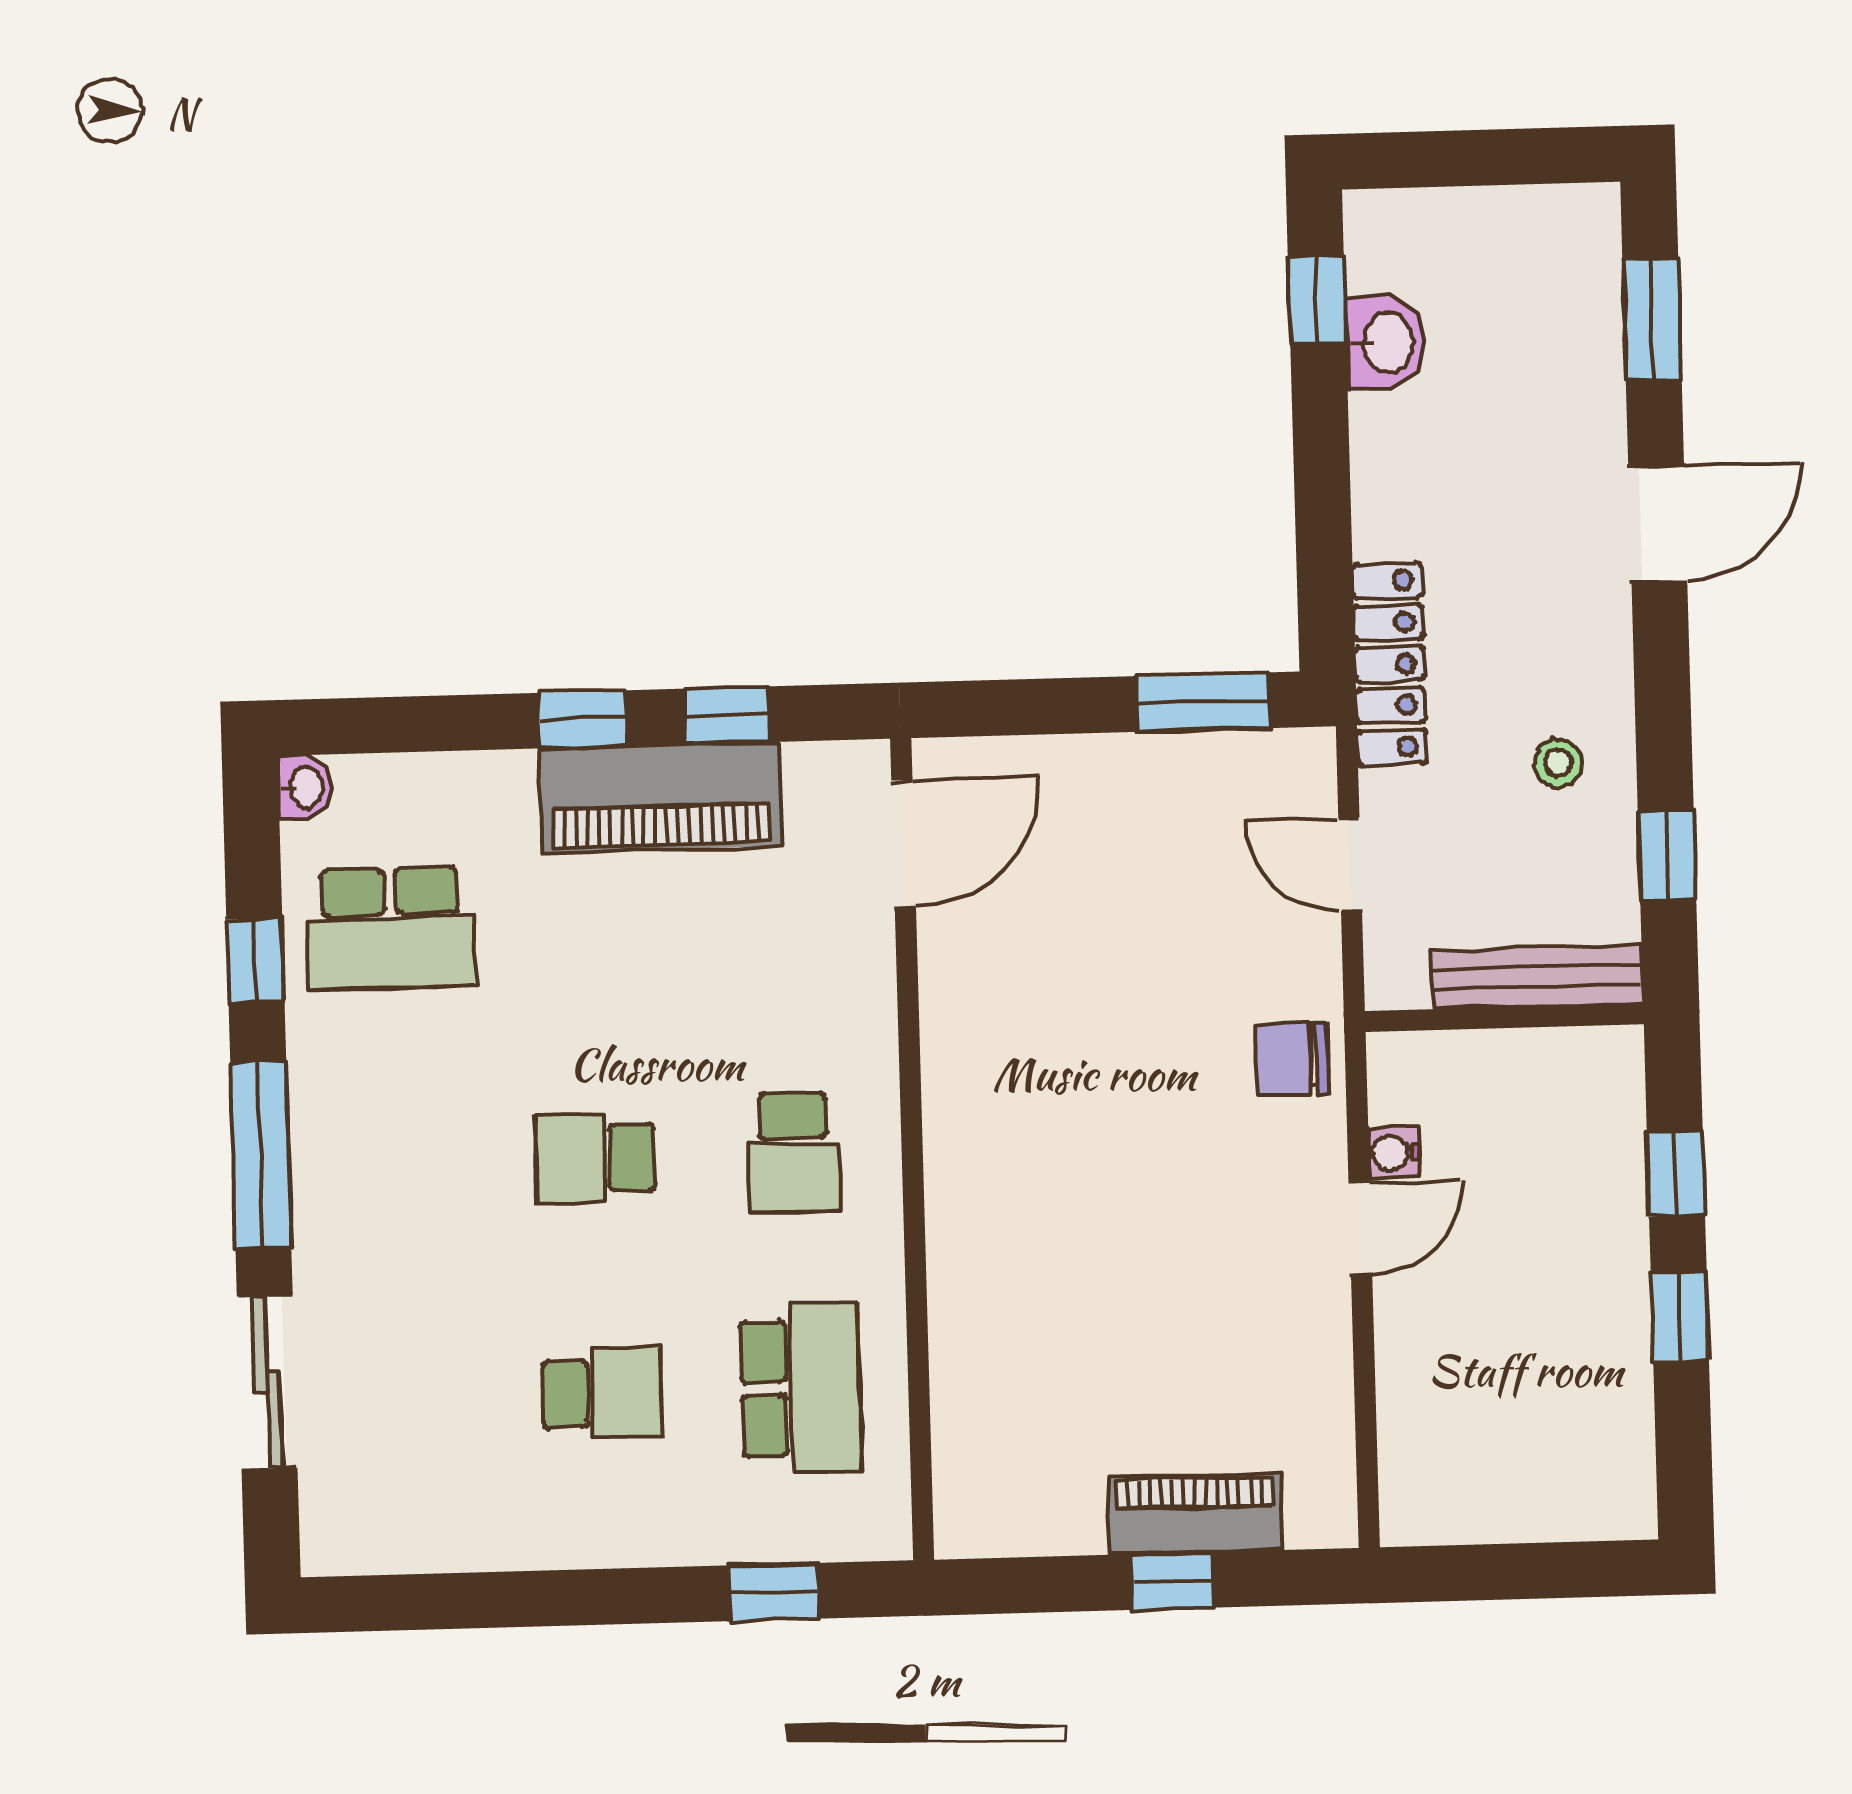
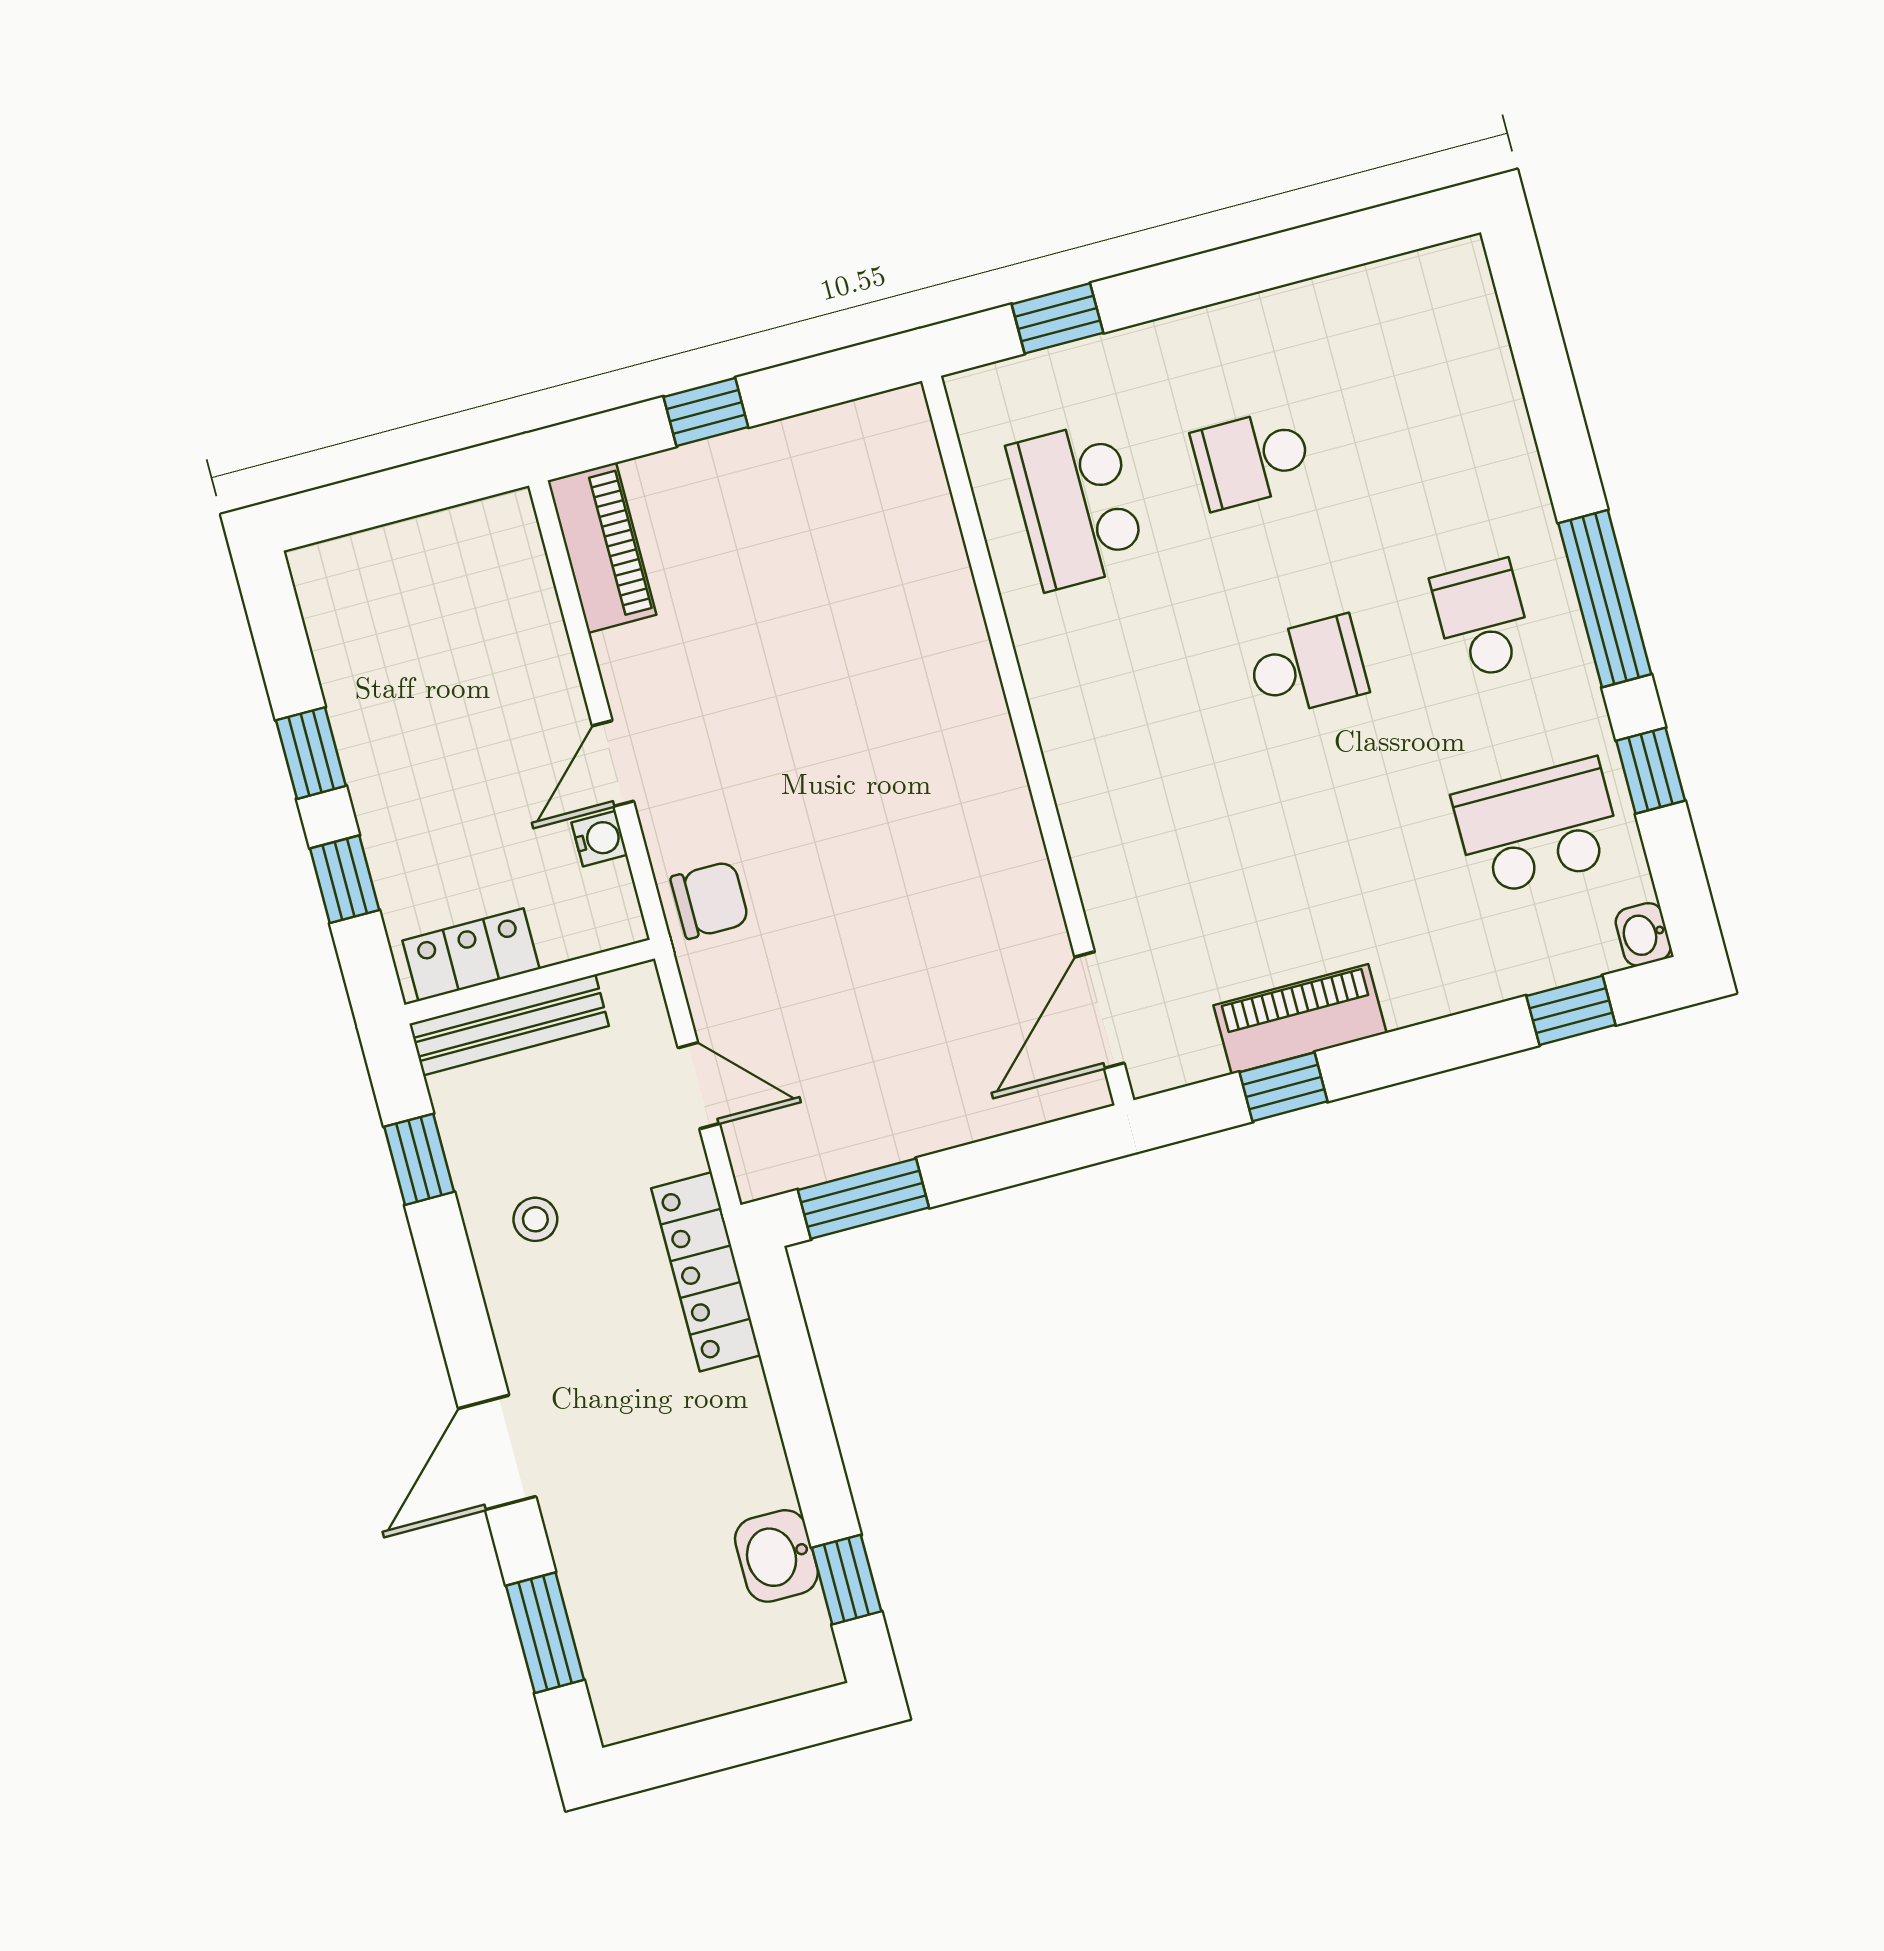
window: (583, 719) -> (1571, 1010), moved
piano: (660, 797) -> (1300, 1019), width x0.73, depth x0.75
locker: (1560, 1061) -> (471, 955), added
school desk: (794, 1153) -> (1482, 620), moved
sliding door: (267, 1382) -> (1552, 398), removed
piano: (1195, 1514) -> (602, 548), moved, turned -90

